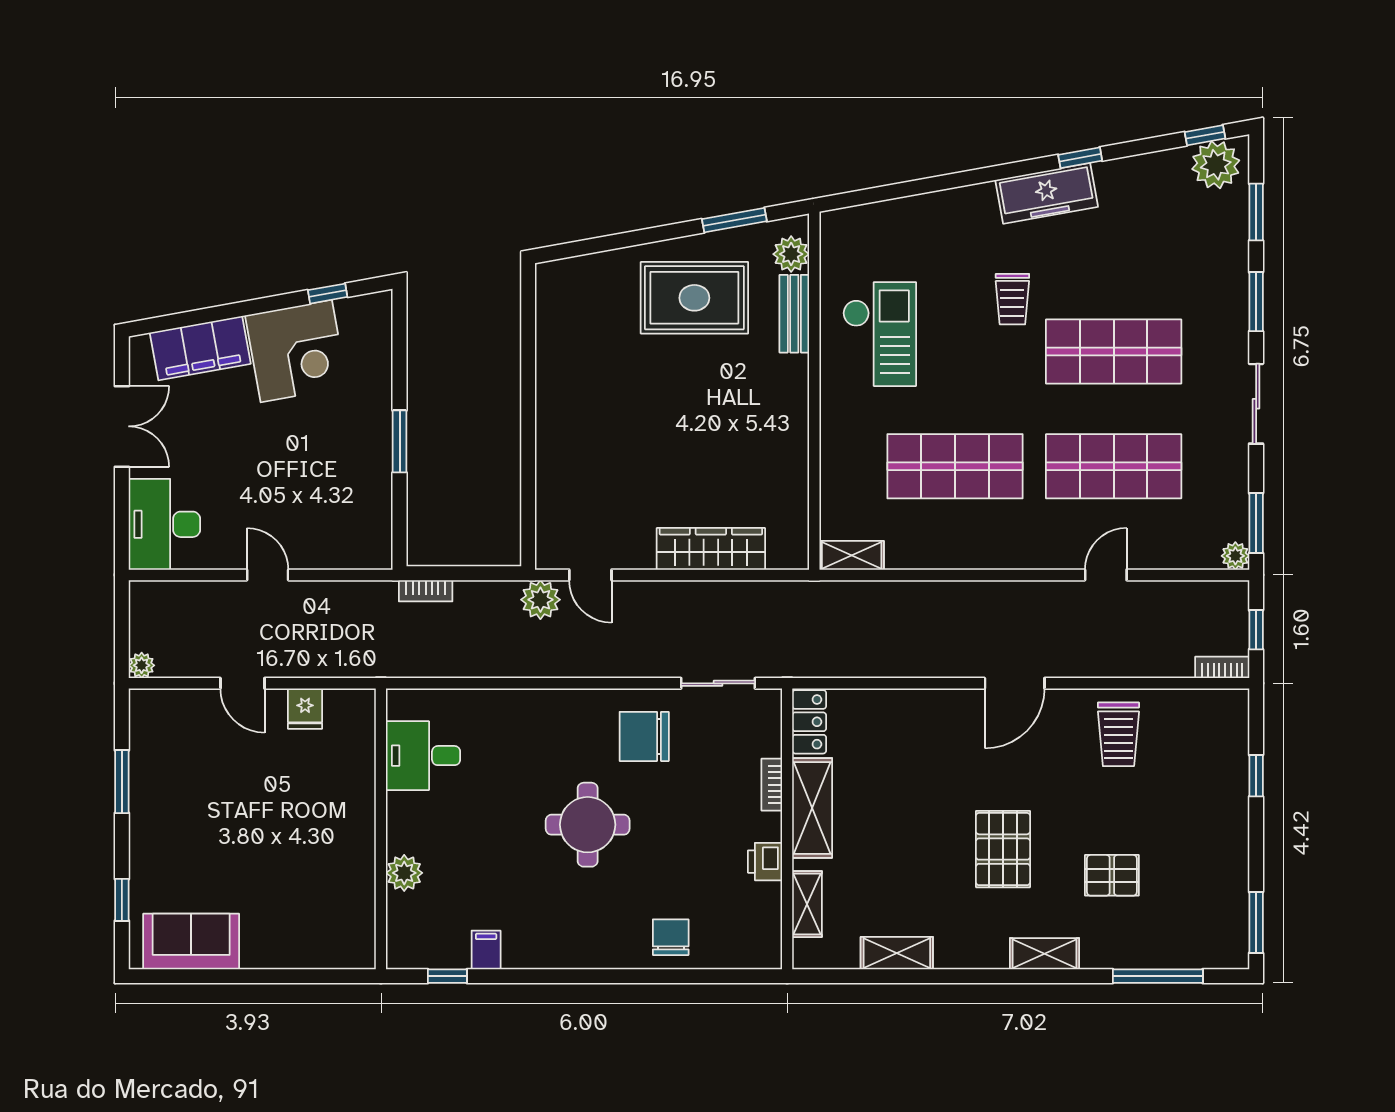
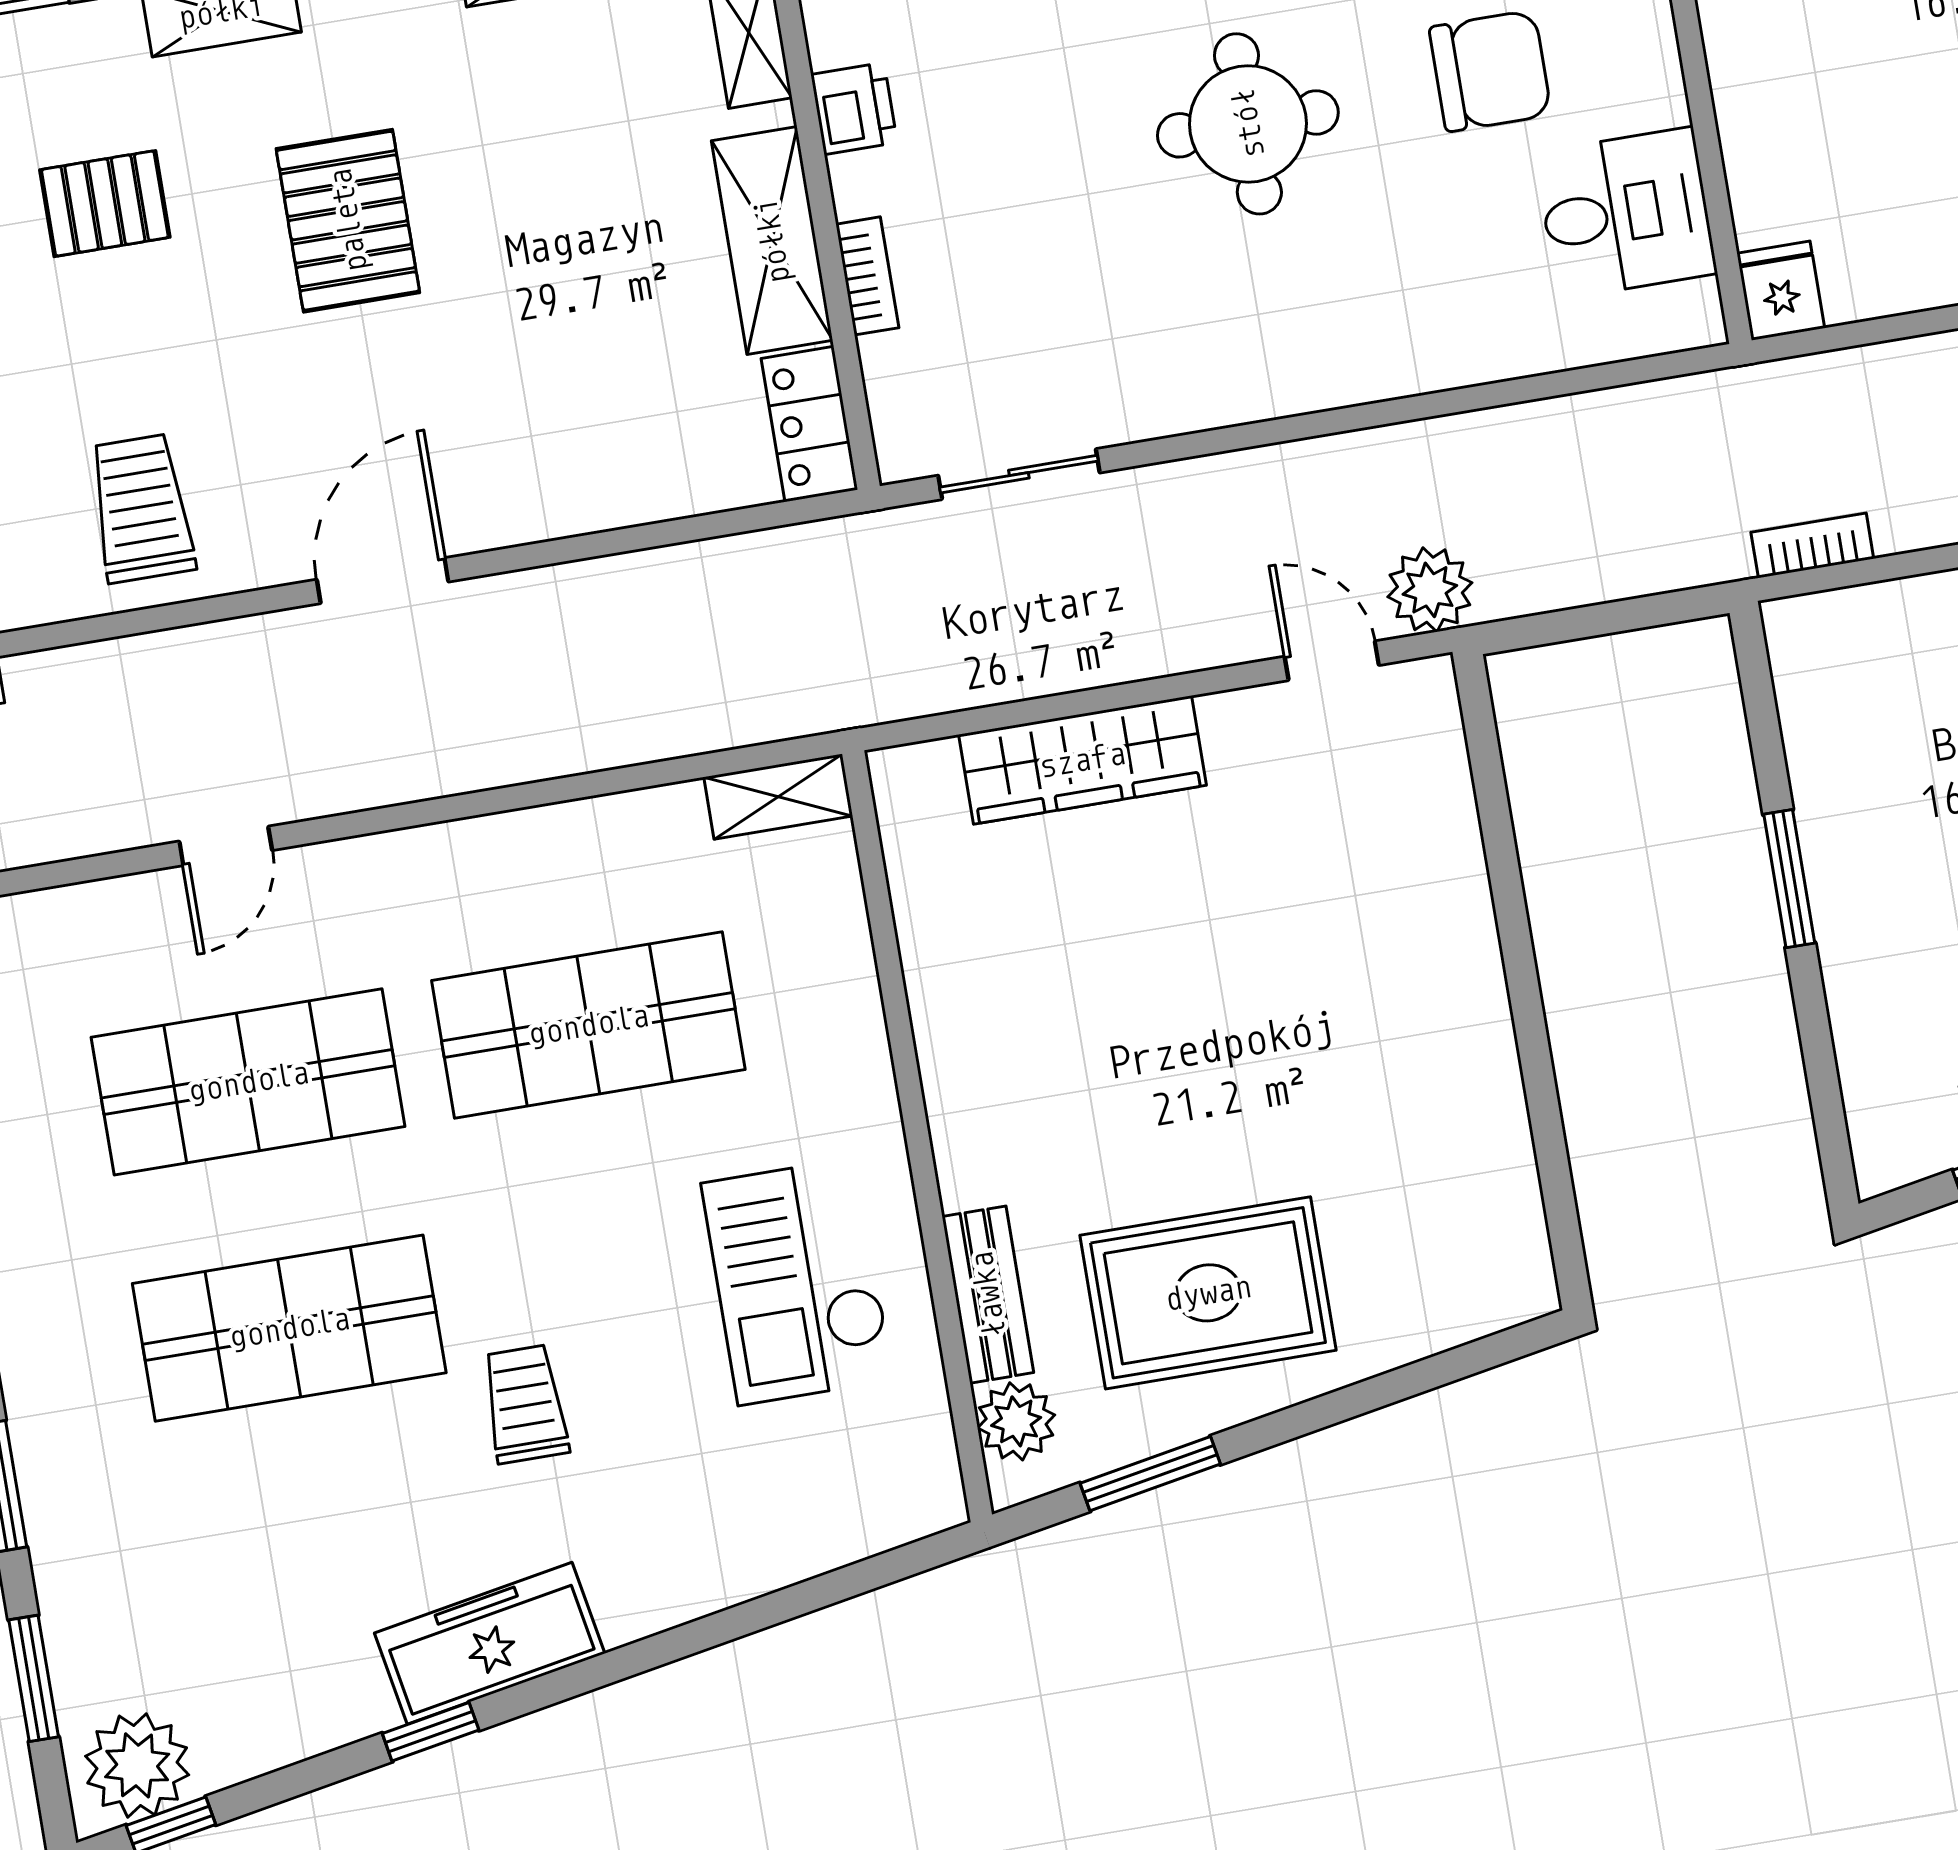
bookcase: (426, 591) -> (1812, 545), moved
fridge: (305, 709) -> (1781, 291), moved
chair: (644, 736) -> (1490, 71), moved

